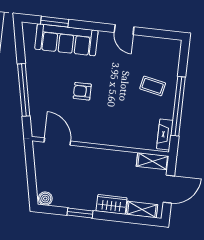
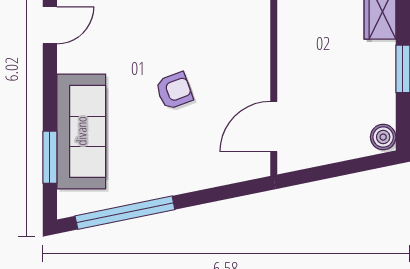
window: (24, 90) -> (125, 213), moved
armchair: (82, 91) -> (174, 91), turned -110

